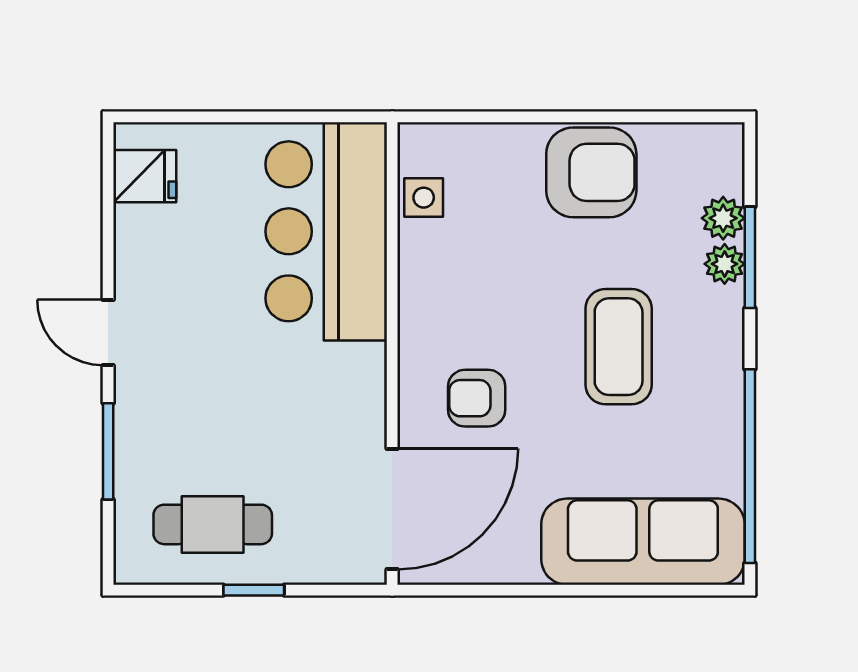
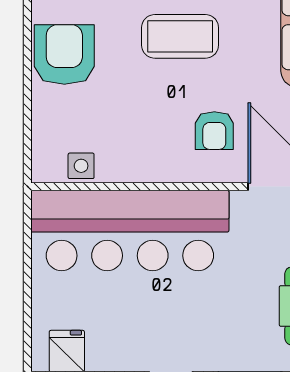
bar counter: (326, 231) -> (130, 231), width x1.36

